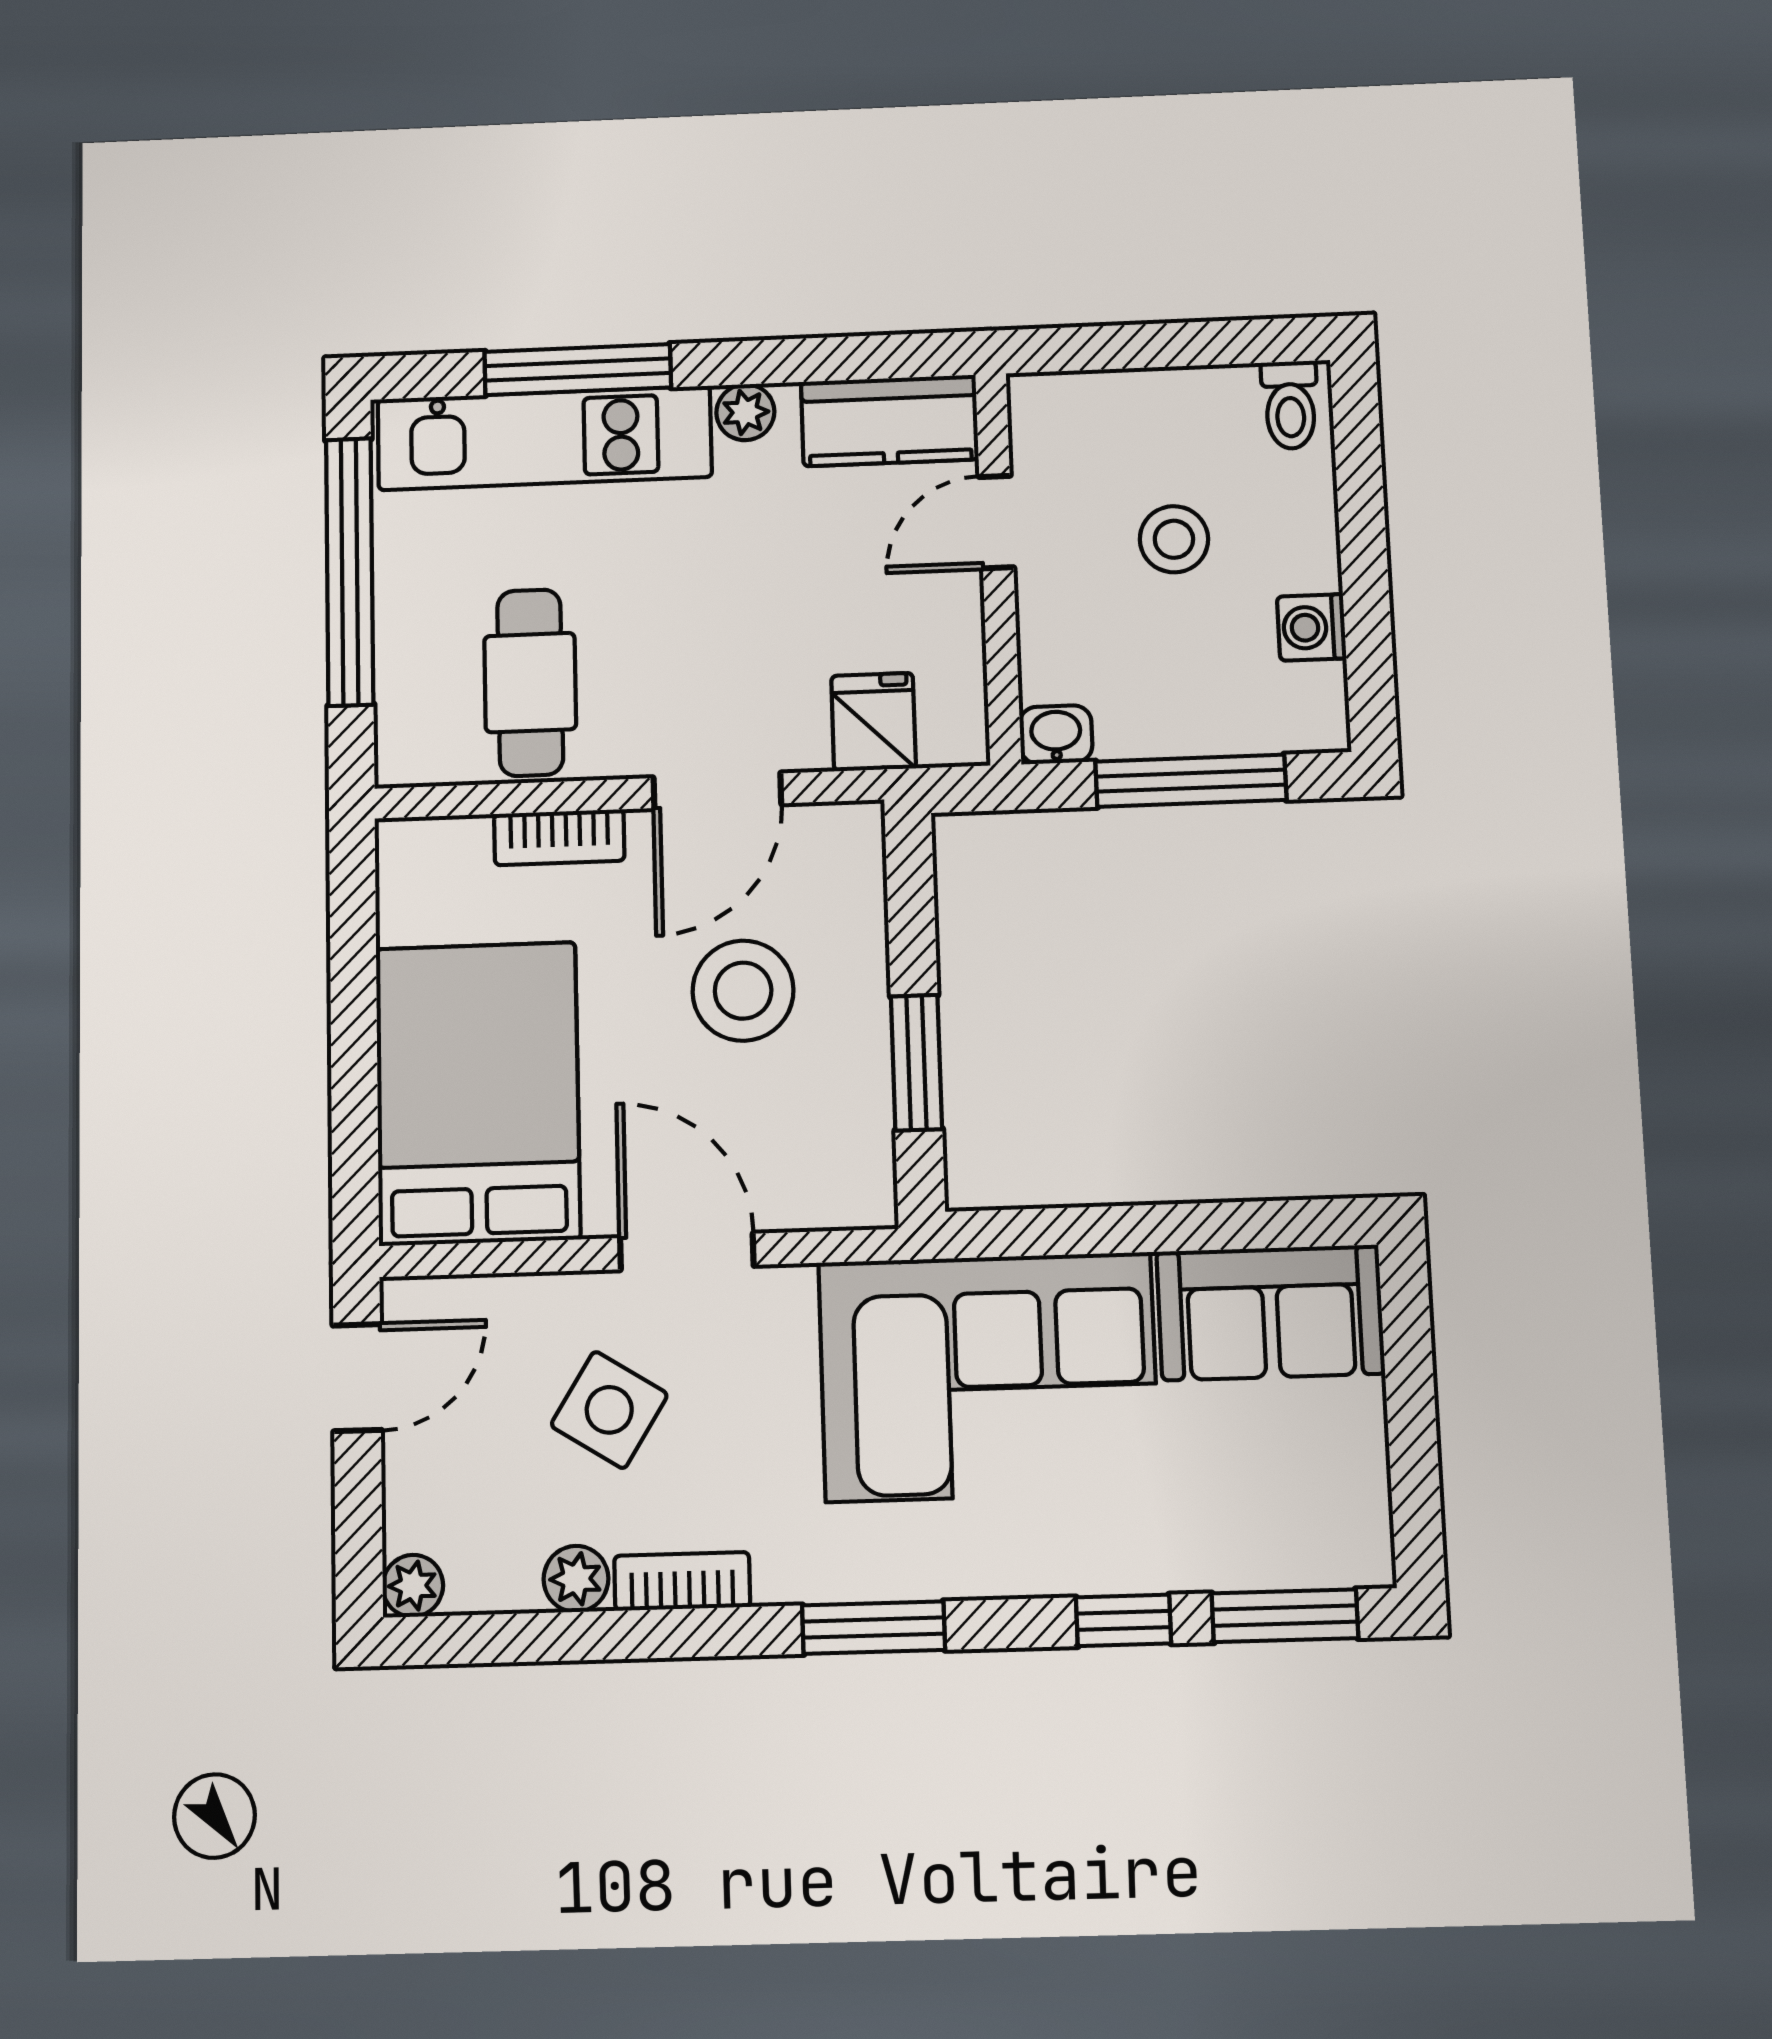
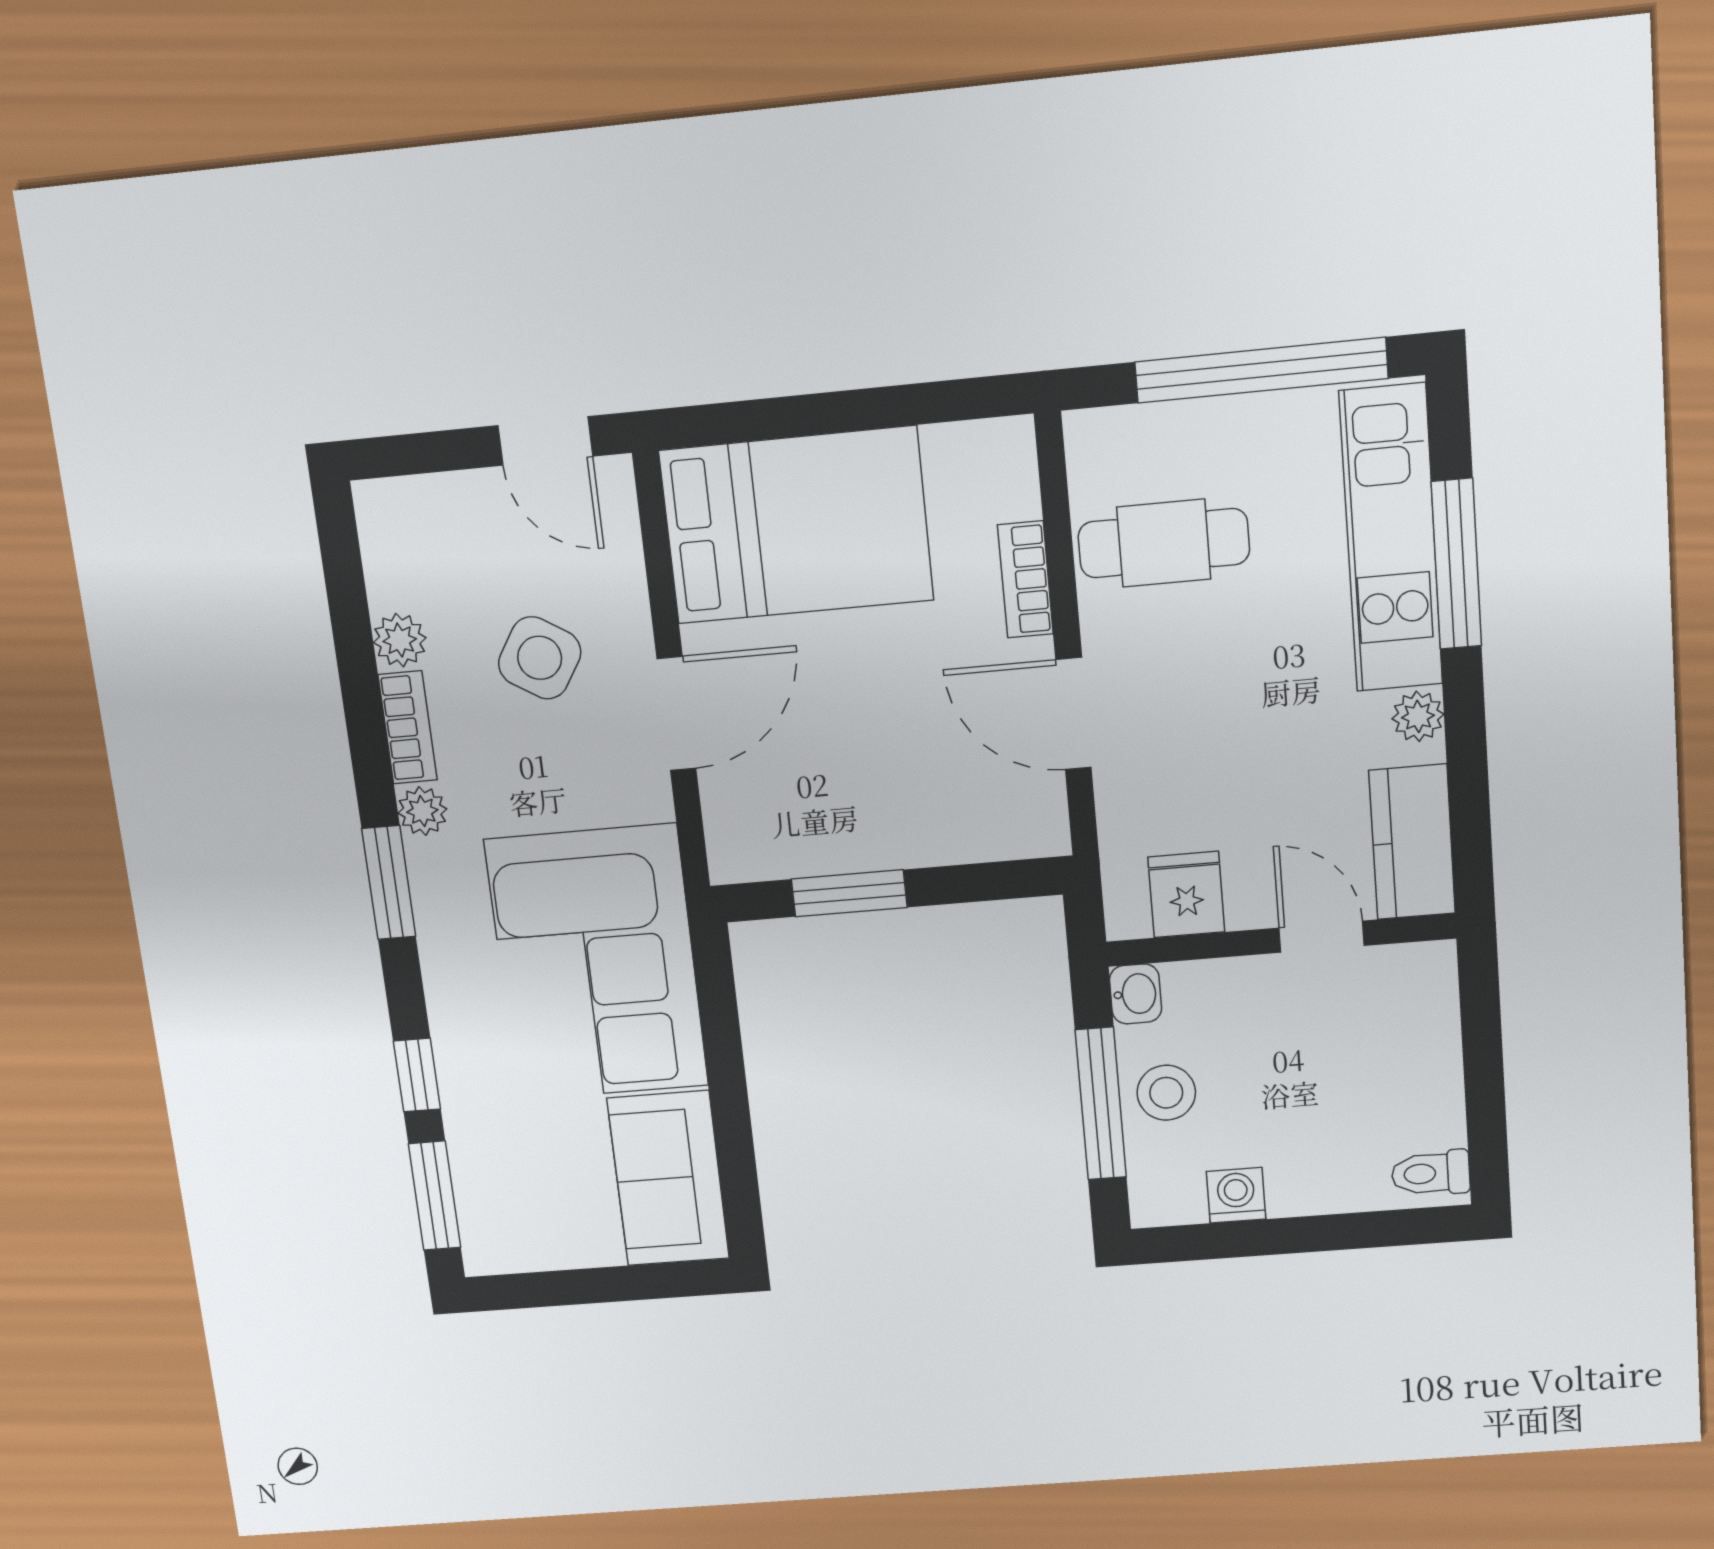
stool: (1174, 539) -> (1166, 1093), moved
fridge: (873, 722) -> (1186, 894), moved, turned -90
stool: (743, 991) -> (901, 746), removed
plant: (413, 1586) -> (422, 811), moved

